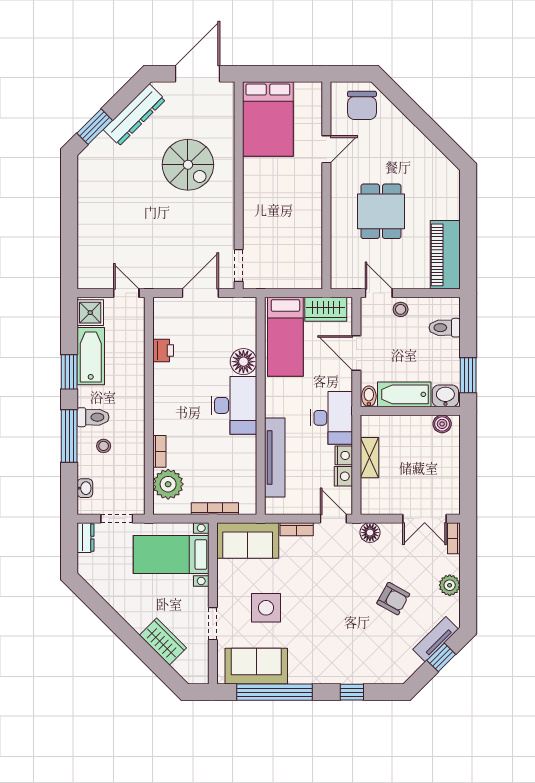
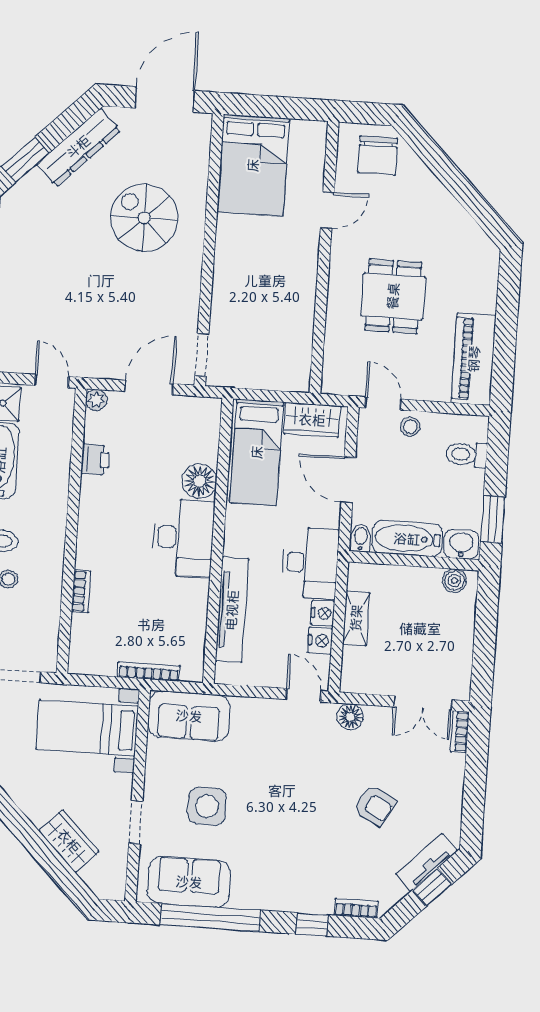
spiral stairs: (188, 165) -> (144, 218), turned 180
plant: (168, 484) -> (96, 400), moved, width x0.53, depth x0.53
bookcase: (297, 529) -> (356, 908), moved, turned 180
plant: (450, 585) -> (450, 793), removed

